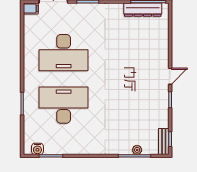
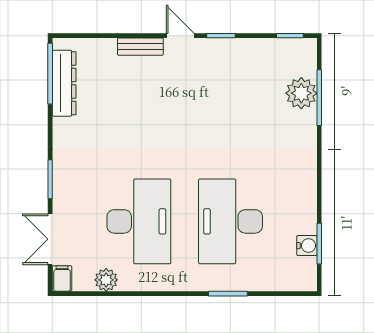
plant: (30, 34) -> (106, 280), added
bench: (164, 142) -> (140, 47), moved
water cooler: (37, 149) -> (307, 246), moved
plant: (137, 150) -> (301, 93), width x1.87, depth x1.87

